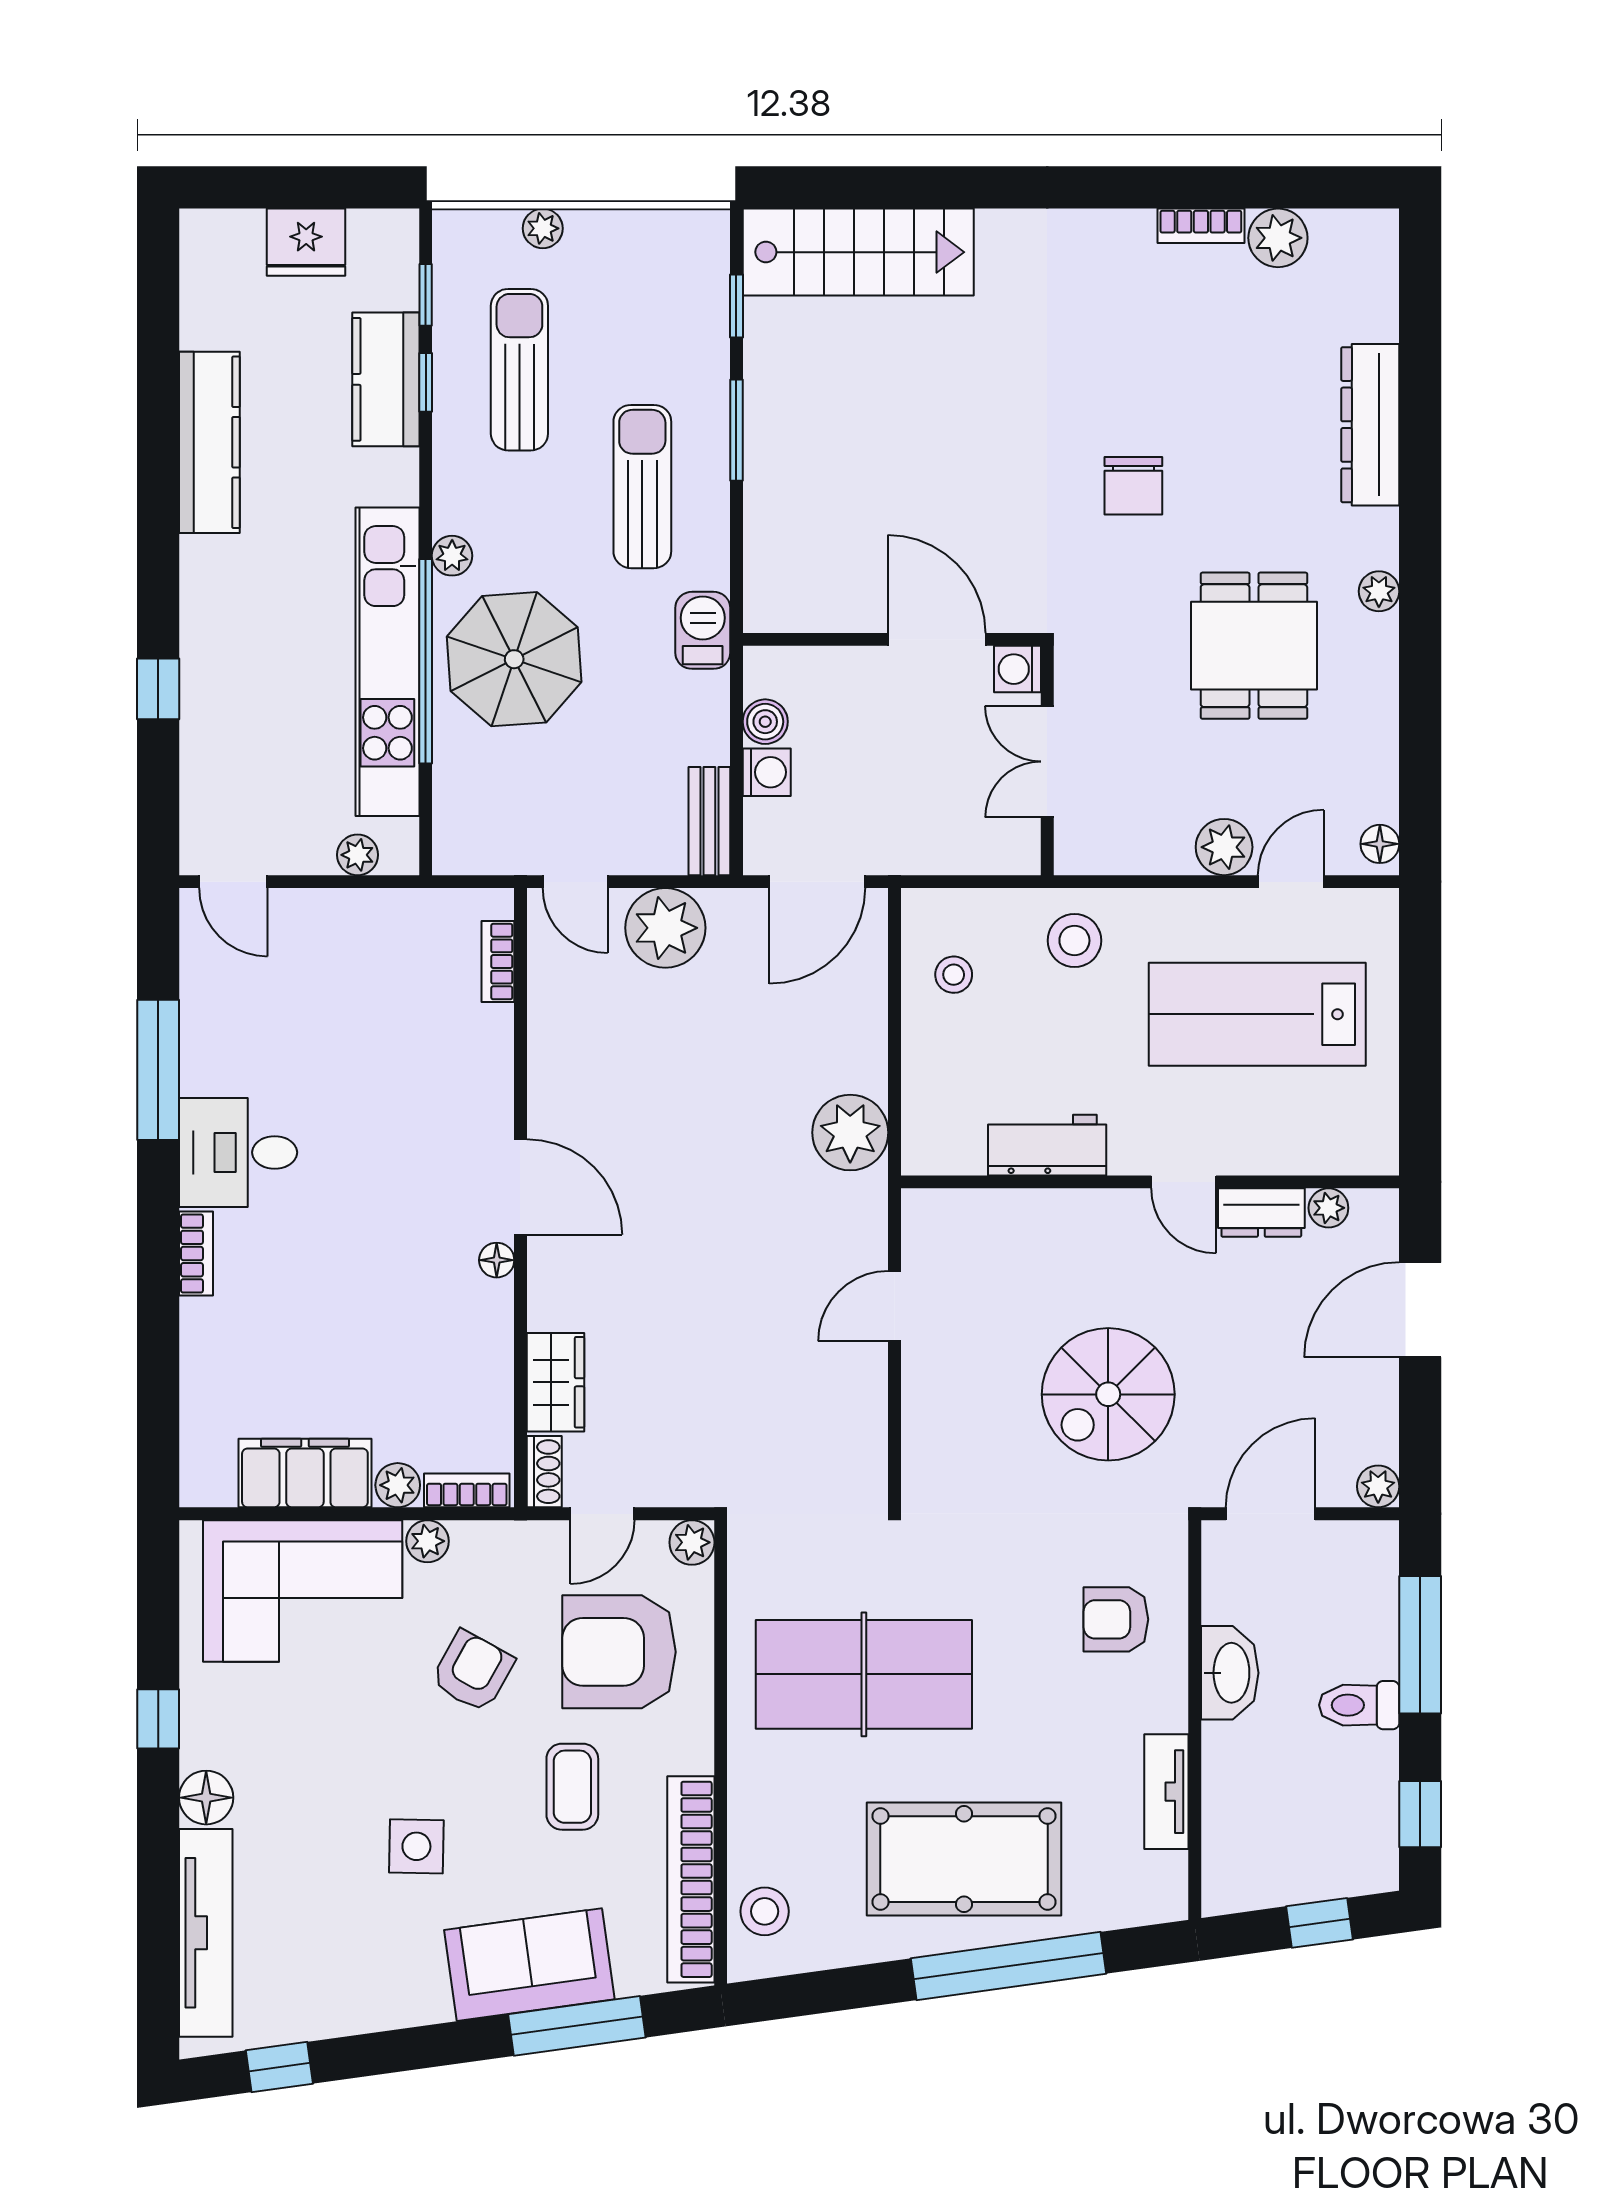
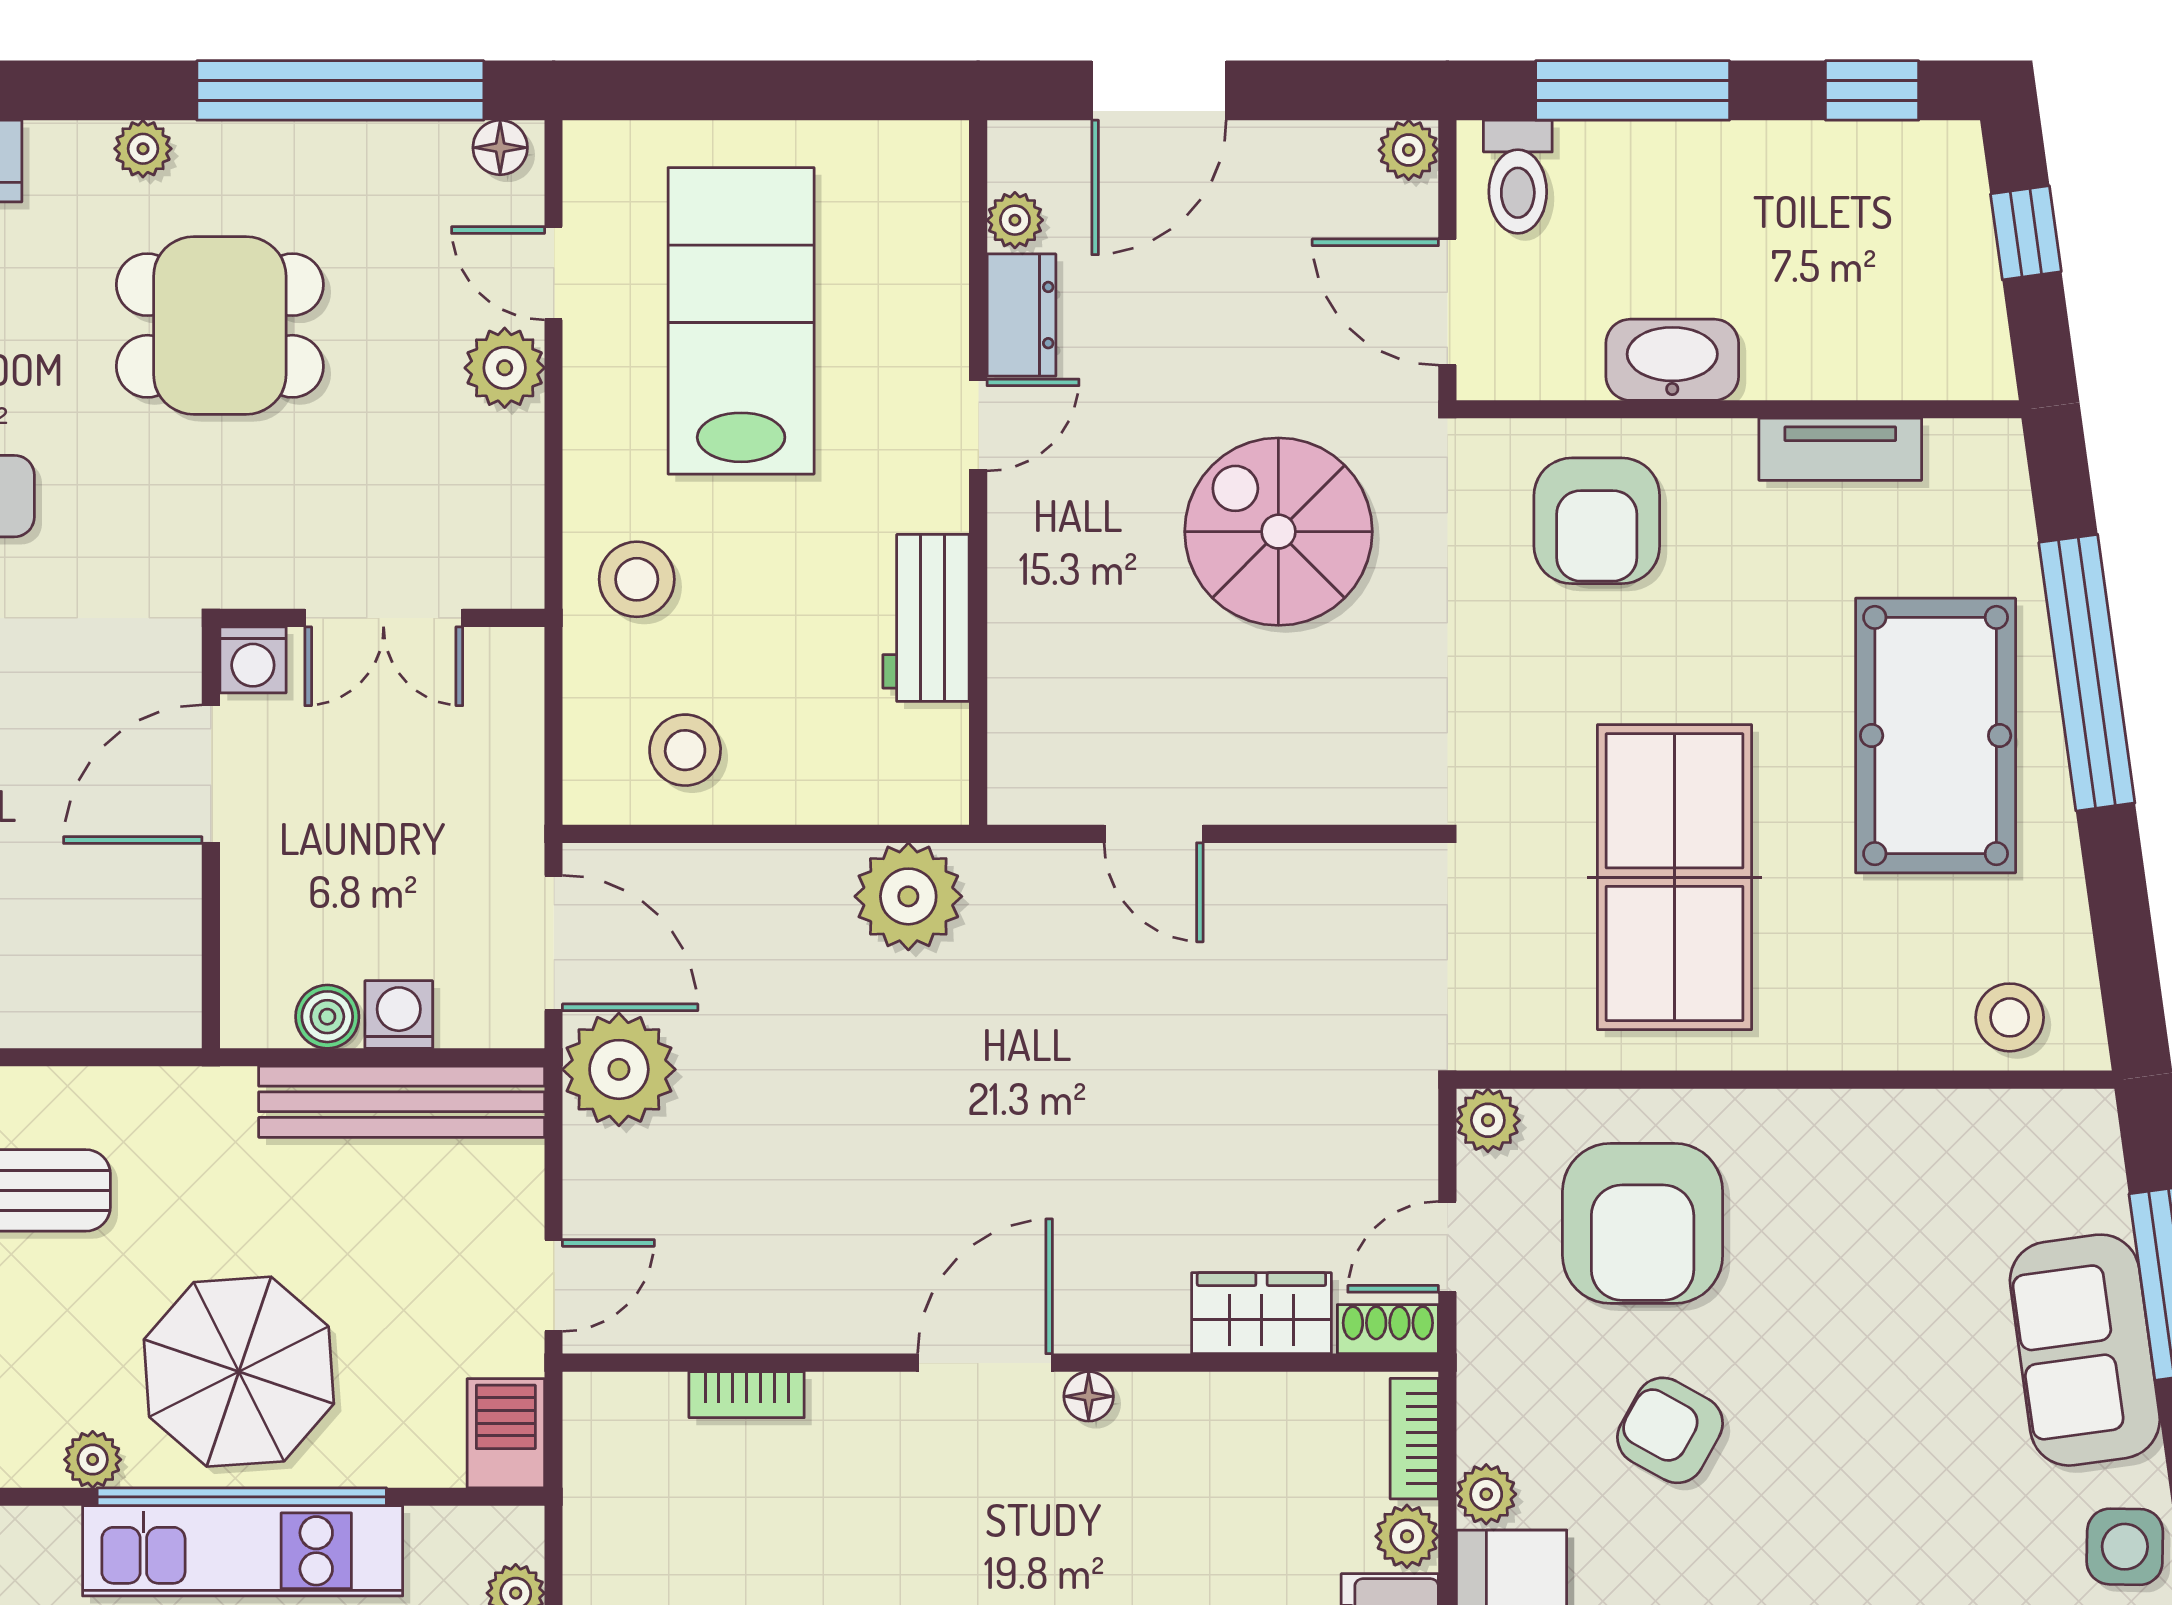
barbecue: (703, 630) -> (506, 1433), moved, turned 90
kitchen unit: (387, 662) -> (243, 1551), width x0.73
window: (1420, 731) -> (340, 90), added
bench: (709, 821) -> (402, 1102), width x1.86, depth x1.21
plant: (665, 928) -> (619, 1069), moved
bookcase: (498, 962) -> (747, 1395), moved
stool: (954, 975) -> (685, 750), width x1.37, depth x1.37
lab bench: (1257, 1014) -> (741, 321), turned 180
door: (1420, 1310) -> (1159, 90), hinge flipped
spiral stairs: (1108, 1394) -> (1278, 532), turned 180
door: (602, 1514) -> (1447, 1247), swing flipped
armchair: (1116, 1619) -> (1597, 521), width x1.38, depth x1.38
toilet: (1359, 1705) -> (1518, 177), moved
coffee table: (572, 1787) -> (1833, 1289), removed
side table: (416, 1846) -> (2125, 1547), moved
bookcase: (691, 1879) -> (1964, 1122), removed

